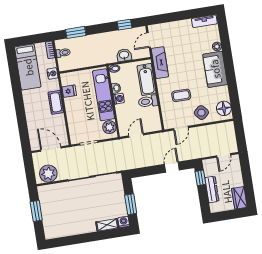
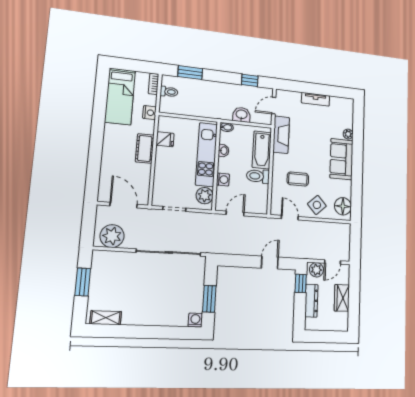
tv unit: (204, 21) -> (316, 99), moved
washing machine: (119, 99) -> (223, 179), moved
door: (181, 128) -> (290, 218), swing flipped
plant: (211, 165) -> (316, 270), added
wardrobe: (239, 198) -> (342, 298), moved
shelving: (107, 225) -> (106, 318), moved

